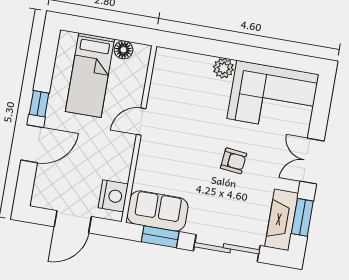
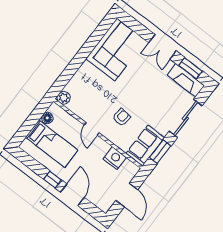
plant: (223, 68) -> (64, 98), moved
armchair: (234, 161) -> (122, 117), moved
nightstand: (113, 196) -> (115, 158), moved

